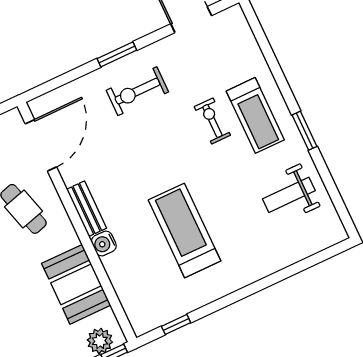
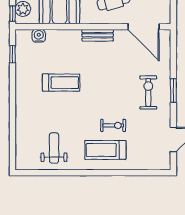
window: (305, 131) -> (85, 173), removed
treadmill: (184, 230) -> (61, 83), width x0.73, depth x0.73
water cooler: (104, 243) -> (39, 36), moved

